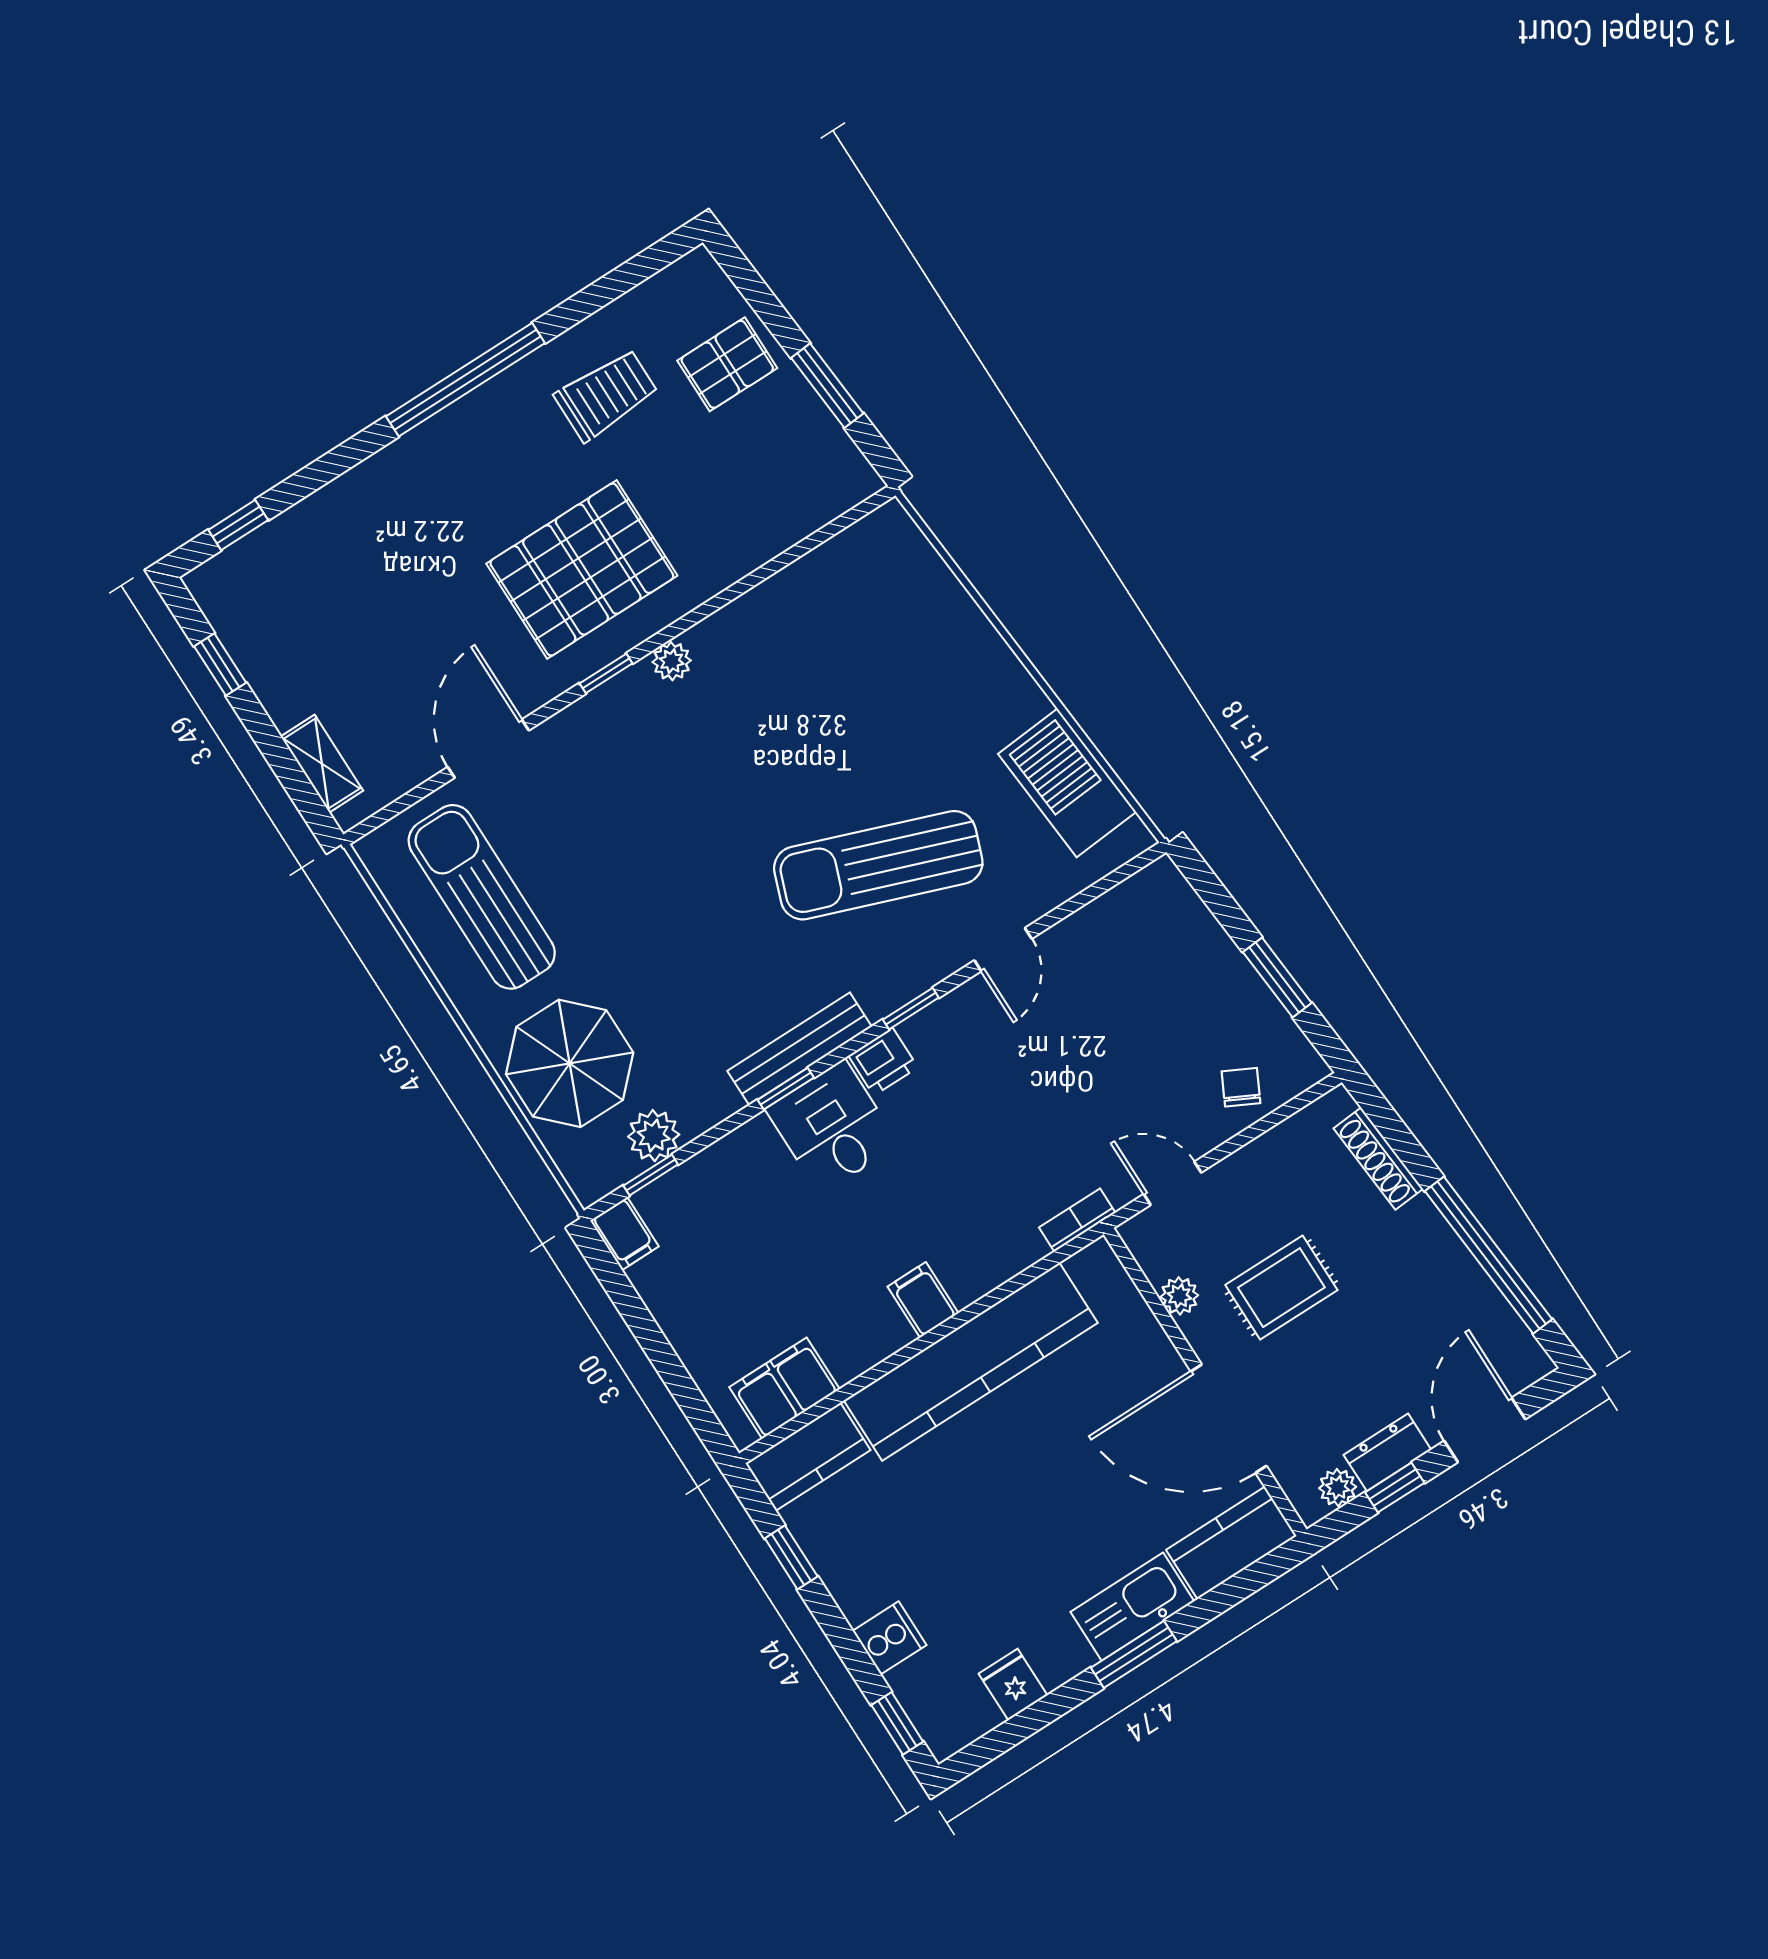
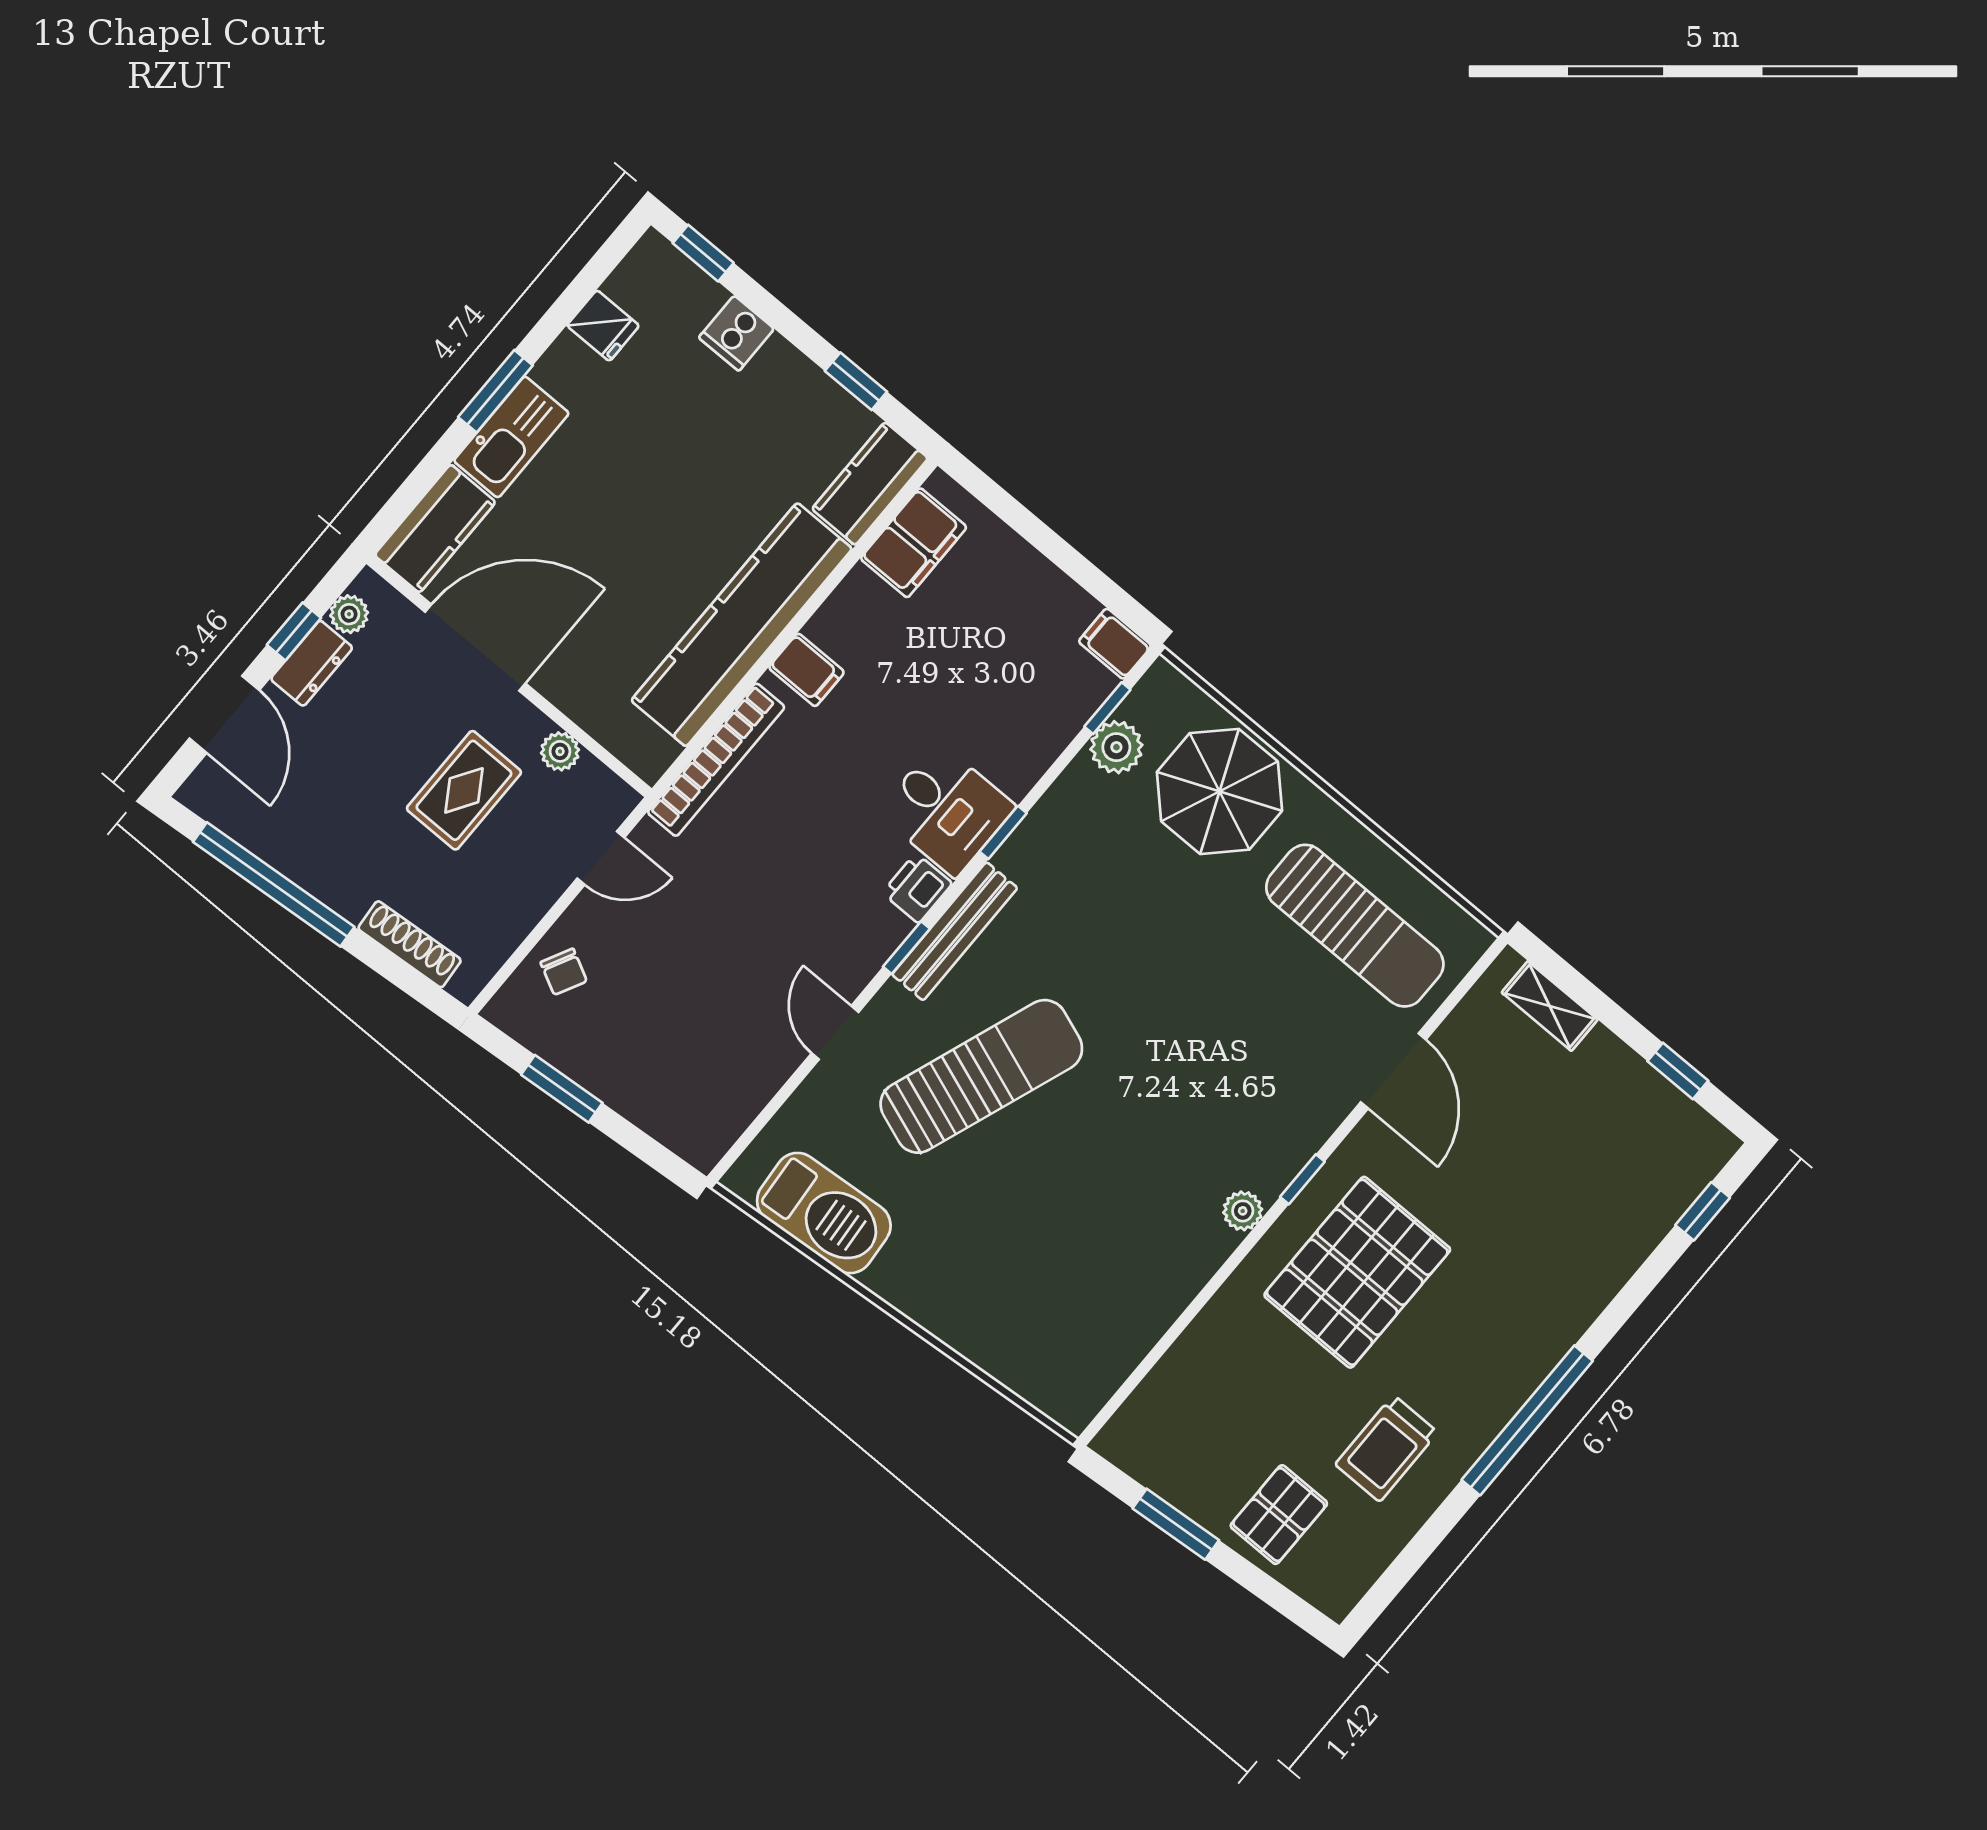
bench: (800, 1049) -> (955, 931), moved
bookcase: (1077, 1220) -> (716, 760), width x2.31, depth x1.31

